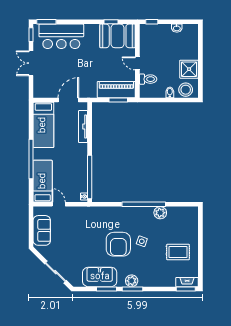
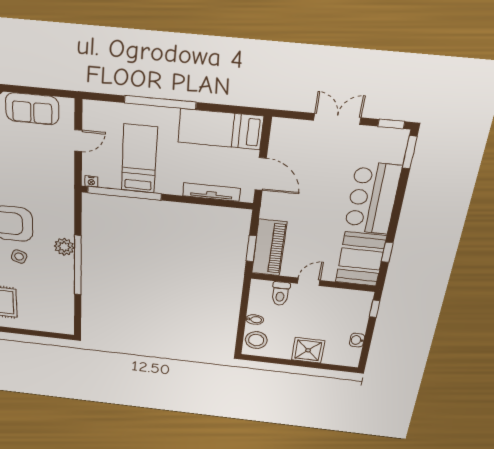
bar counter: (61, 36) -> (373, 198), moved
shower: (189, 69) -> (308, 350), moved
bed: (43, 181) -> (139, 159), moved, turned -90
plant: (160, 213) -> (64, 247), moved

